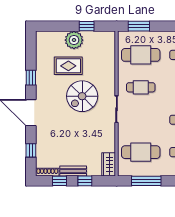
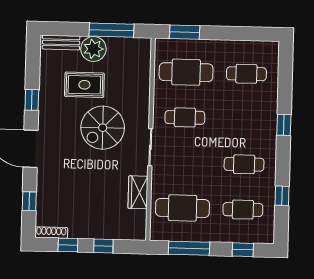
window: (87, 26) -> (112, 30), width x2.17
wardrobe: (109, 164) -> (138, 192), moved
bench: (73, 171) -> (61, 43), moved

